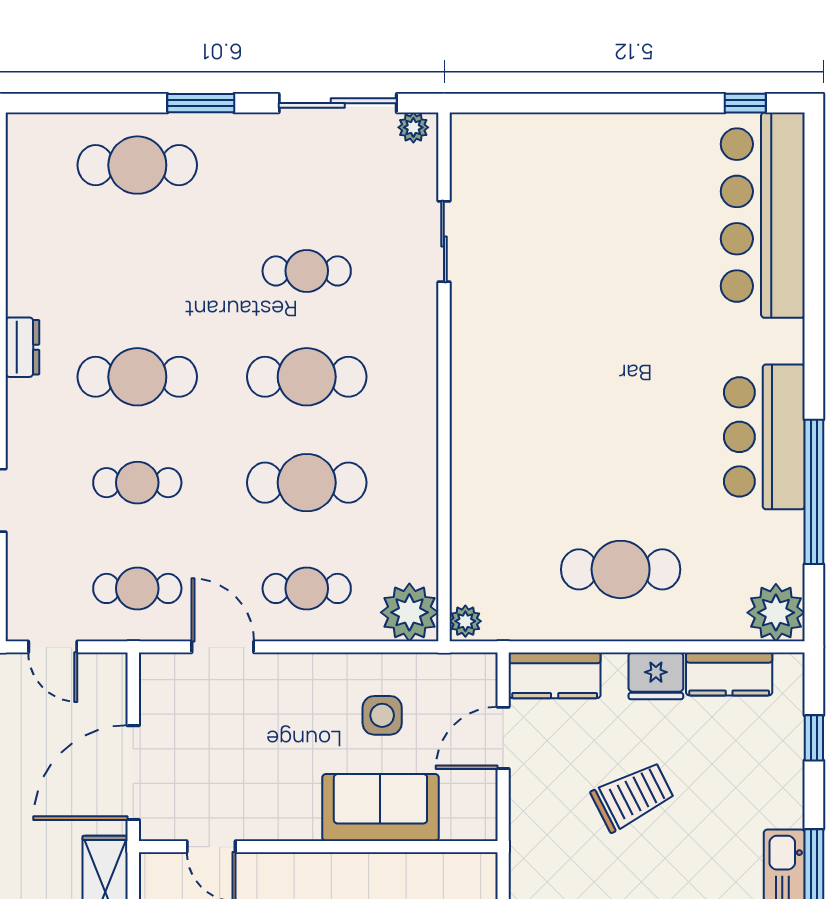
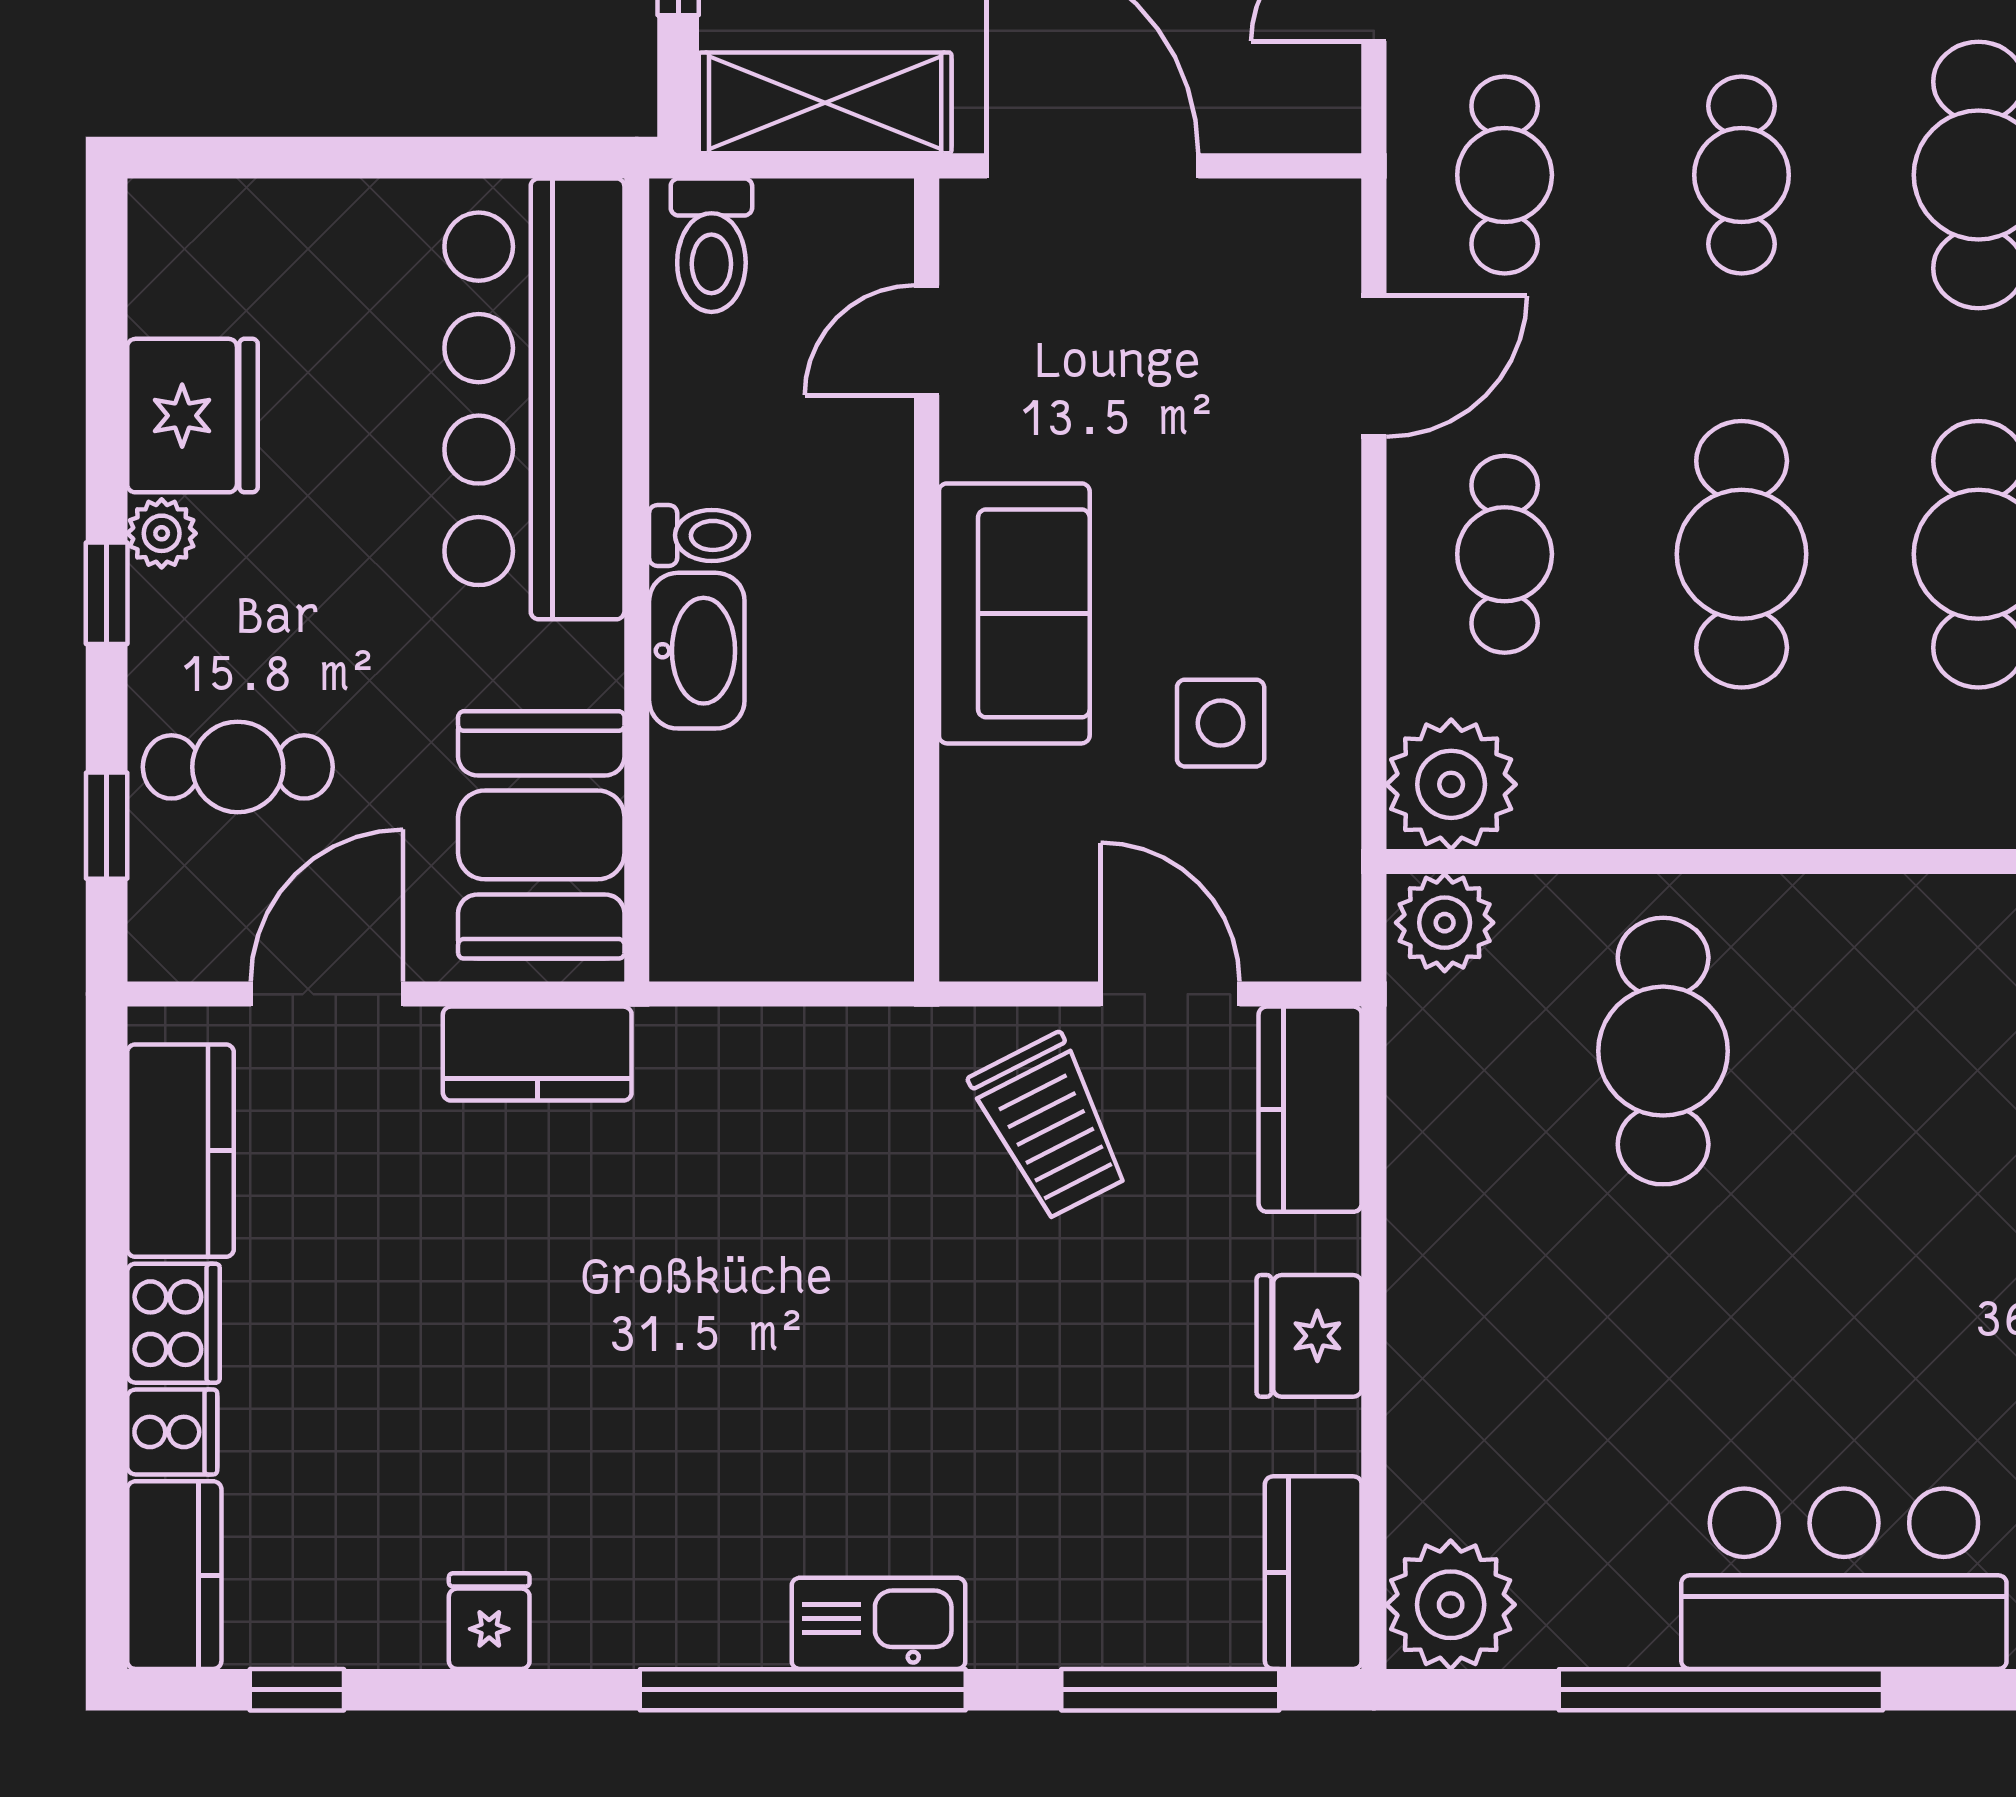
cafe table: (621, 569) -> (1663, 1051), moved
plant: (465, 621) -> (1445, 923), width x1.38, depth x1.38
kitchen counter: (729, 674) -> (1313, 1573), moved
window: (814, 738) -> (1170, 1690), width x2.17
trolley: (633, 796) -> (1050, 1127), moved
sofa: (380, 807) -> (1014, 613), moved

